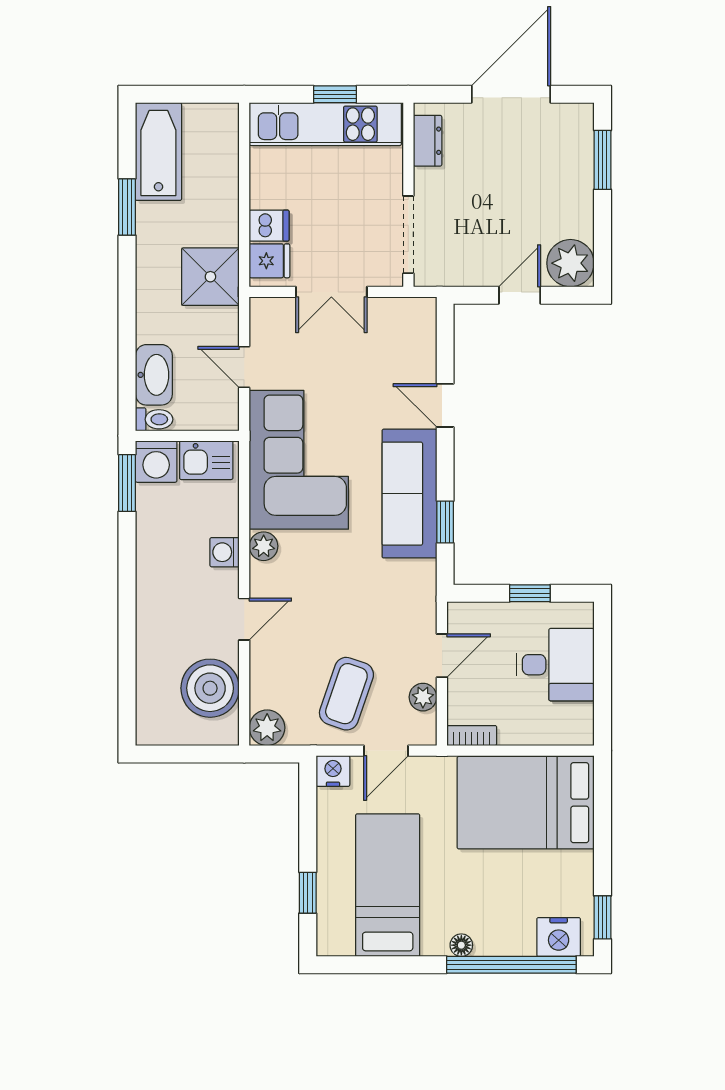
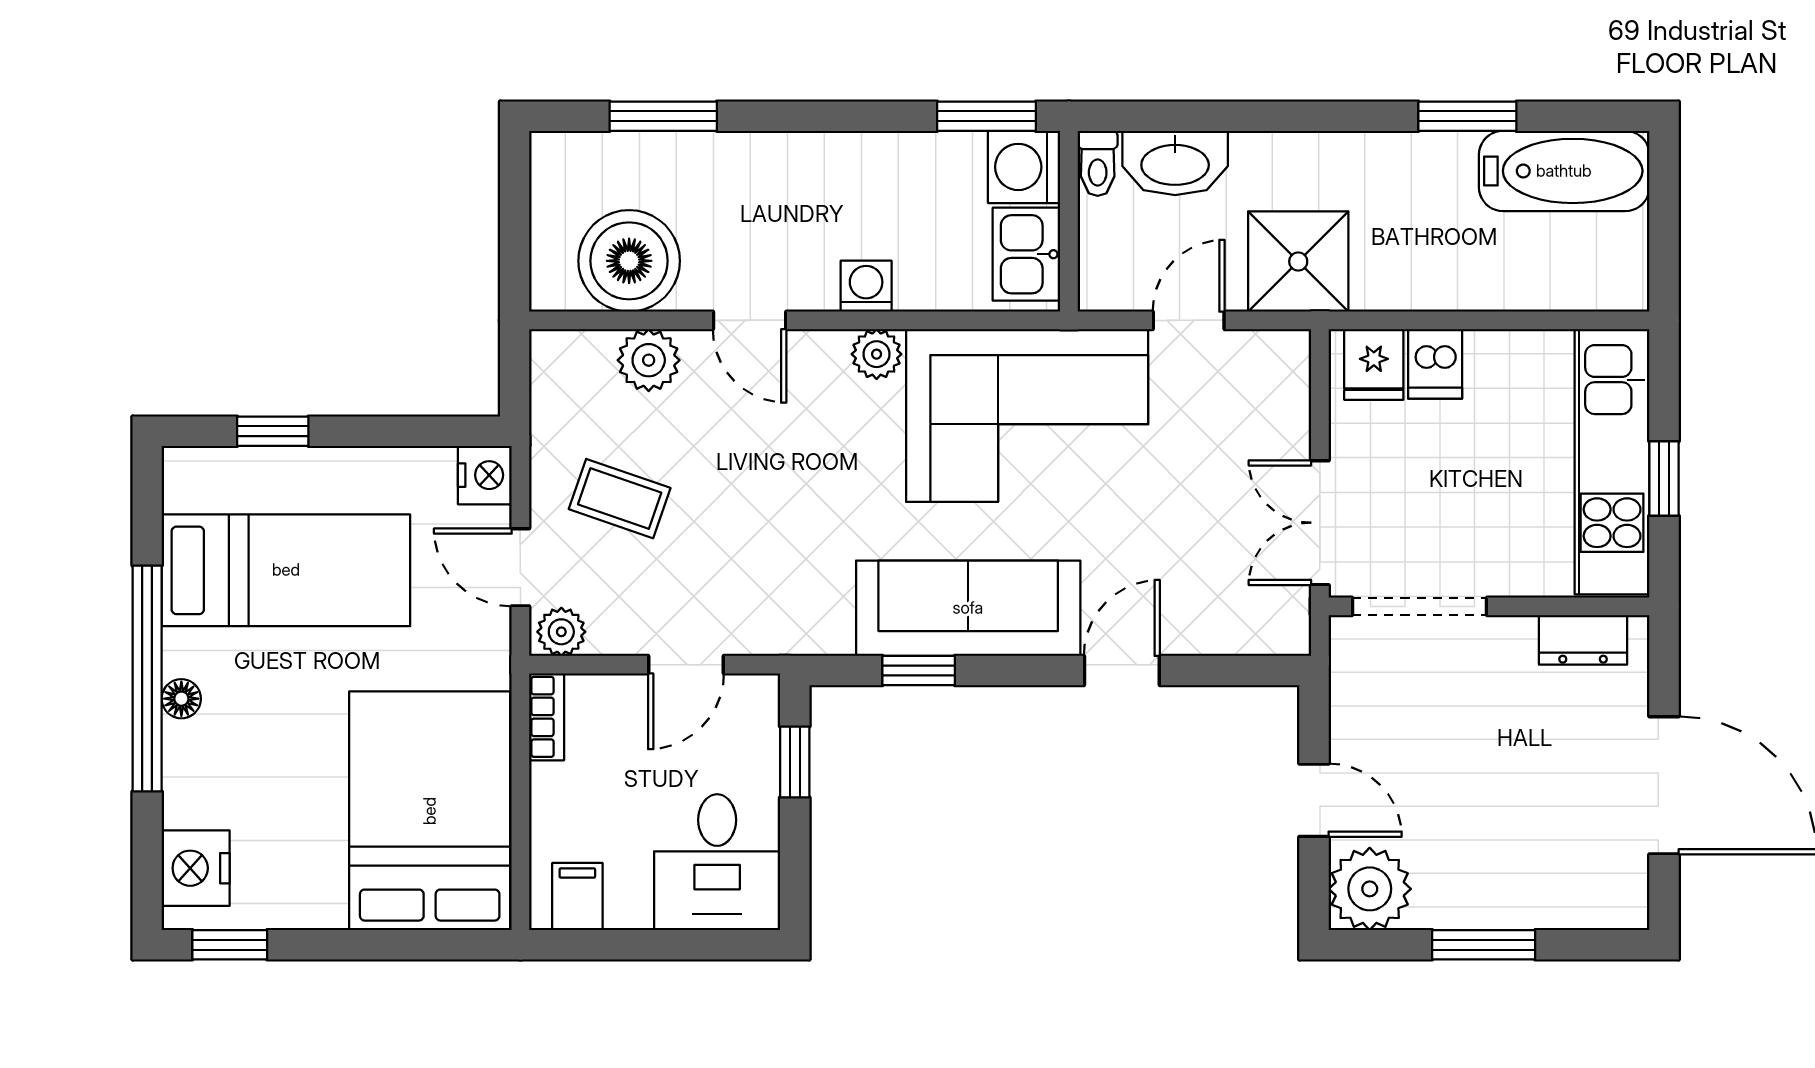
window: (602, 160) -> (1484, 945), moved
shower: (210, 277) -> (1298, 261), moved
double door: (331, 292) -> (1320, 523), moved
window: (530, 593) -> (795, 762), moved
door: (442, 656) -> (686, 665), hinge flipped
desk: (555, 665) -> (717, 862), moved
window: (127, 669) -> (663, 116), added
coffee table: (346, 694) -> (620, 499), width x0.73, depth x0.77
plant: (423, 697) -> (561, 632), moved
filing cabinet: (575, 718) -> (577, 896), added
plant: (267, 728) -> (649, 360), moved
window: (511, 965) -> (147, 679), moved

